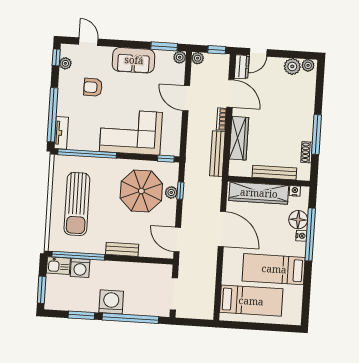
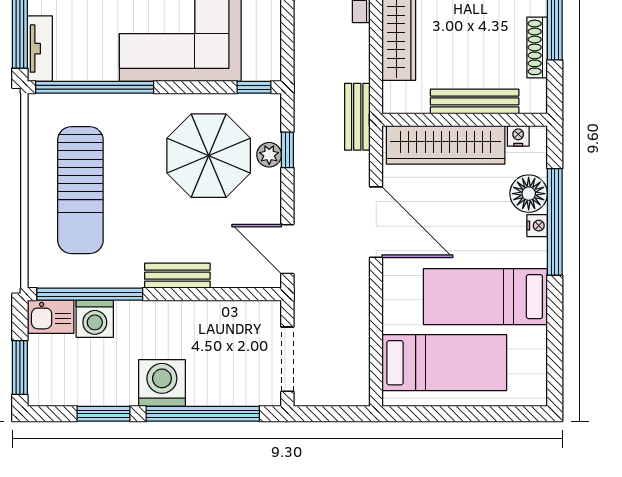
shoe rack: (307, 152) -> (537, 47), width x1.43
bench: (217, 154) -> (357, 117), moved, width x0.73

